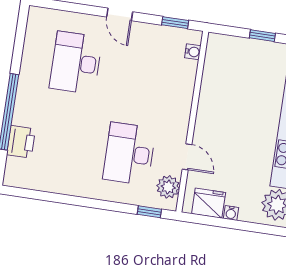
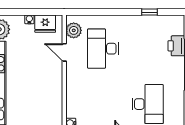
desk: (129, 154) -> (103, 49), turned 180
window: (149, 212) -> (150, 12), moved

